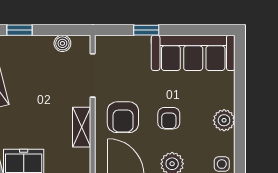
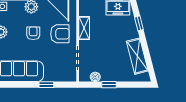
window: (19, 30) -> (109, 85), moved
armchair: (123, 117) -> (60, 34), turned 90

